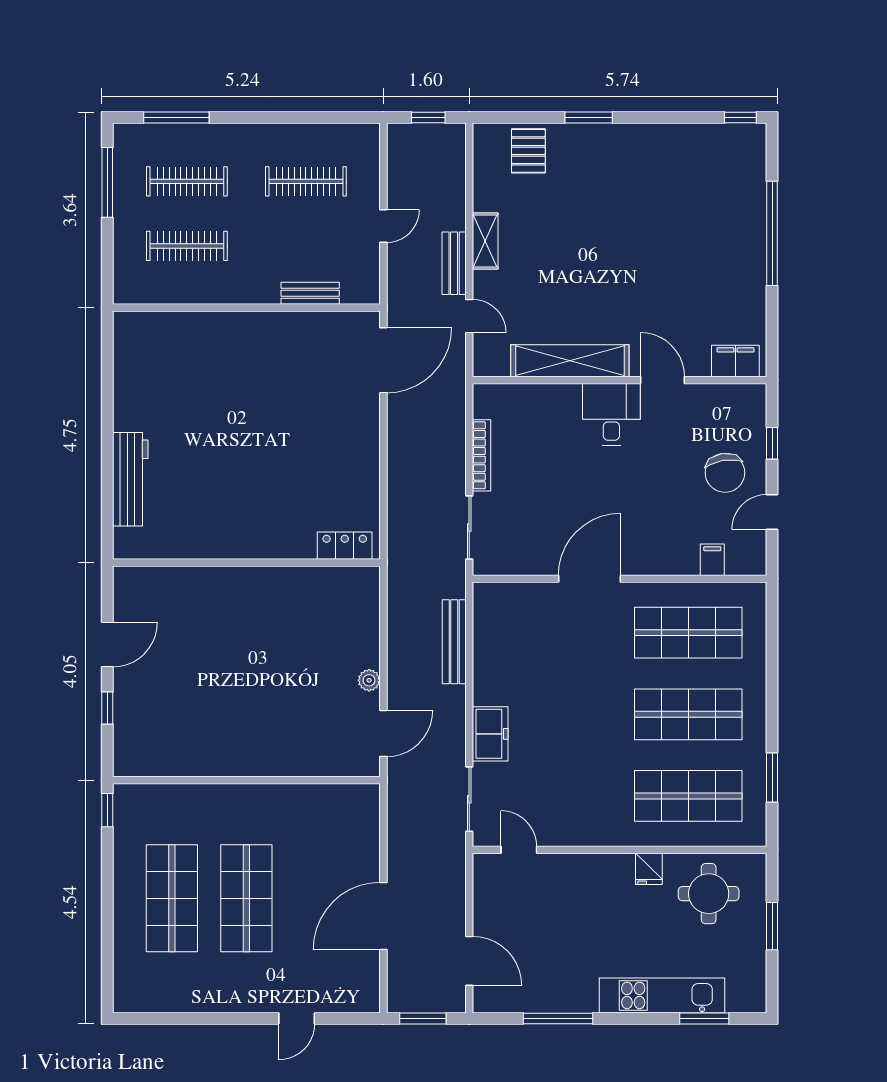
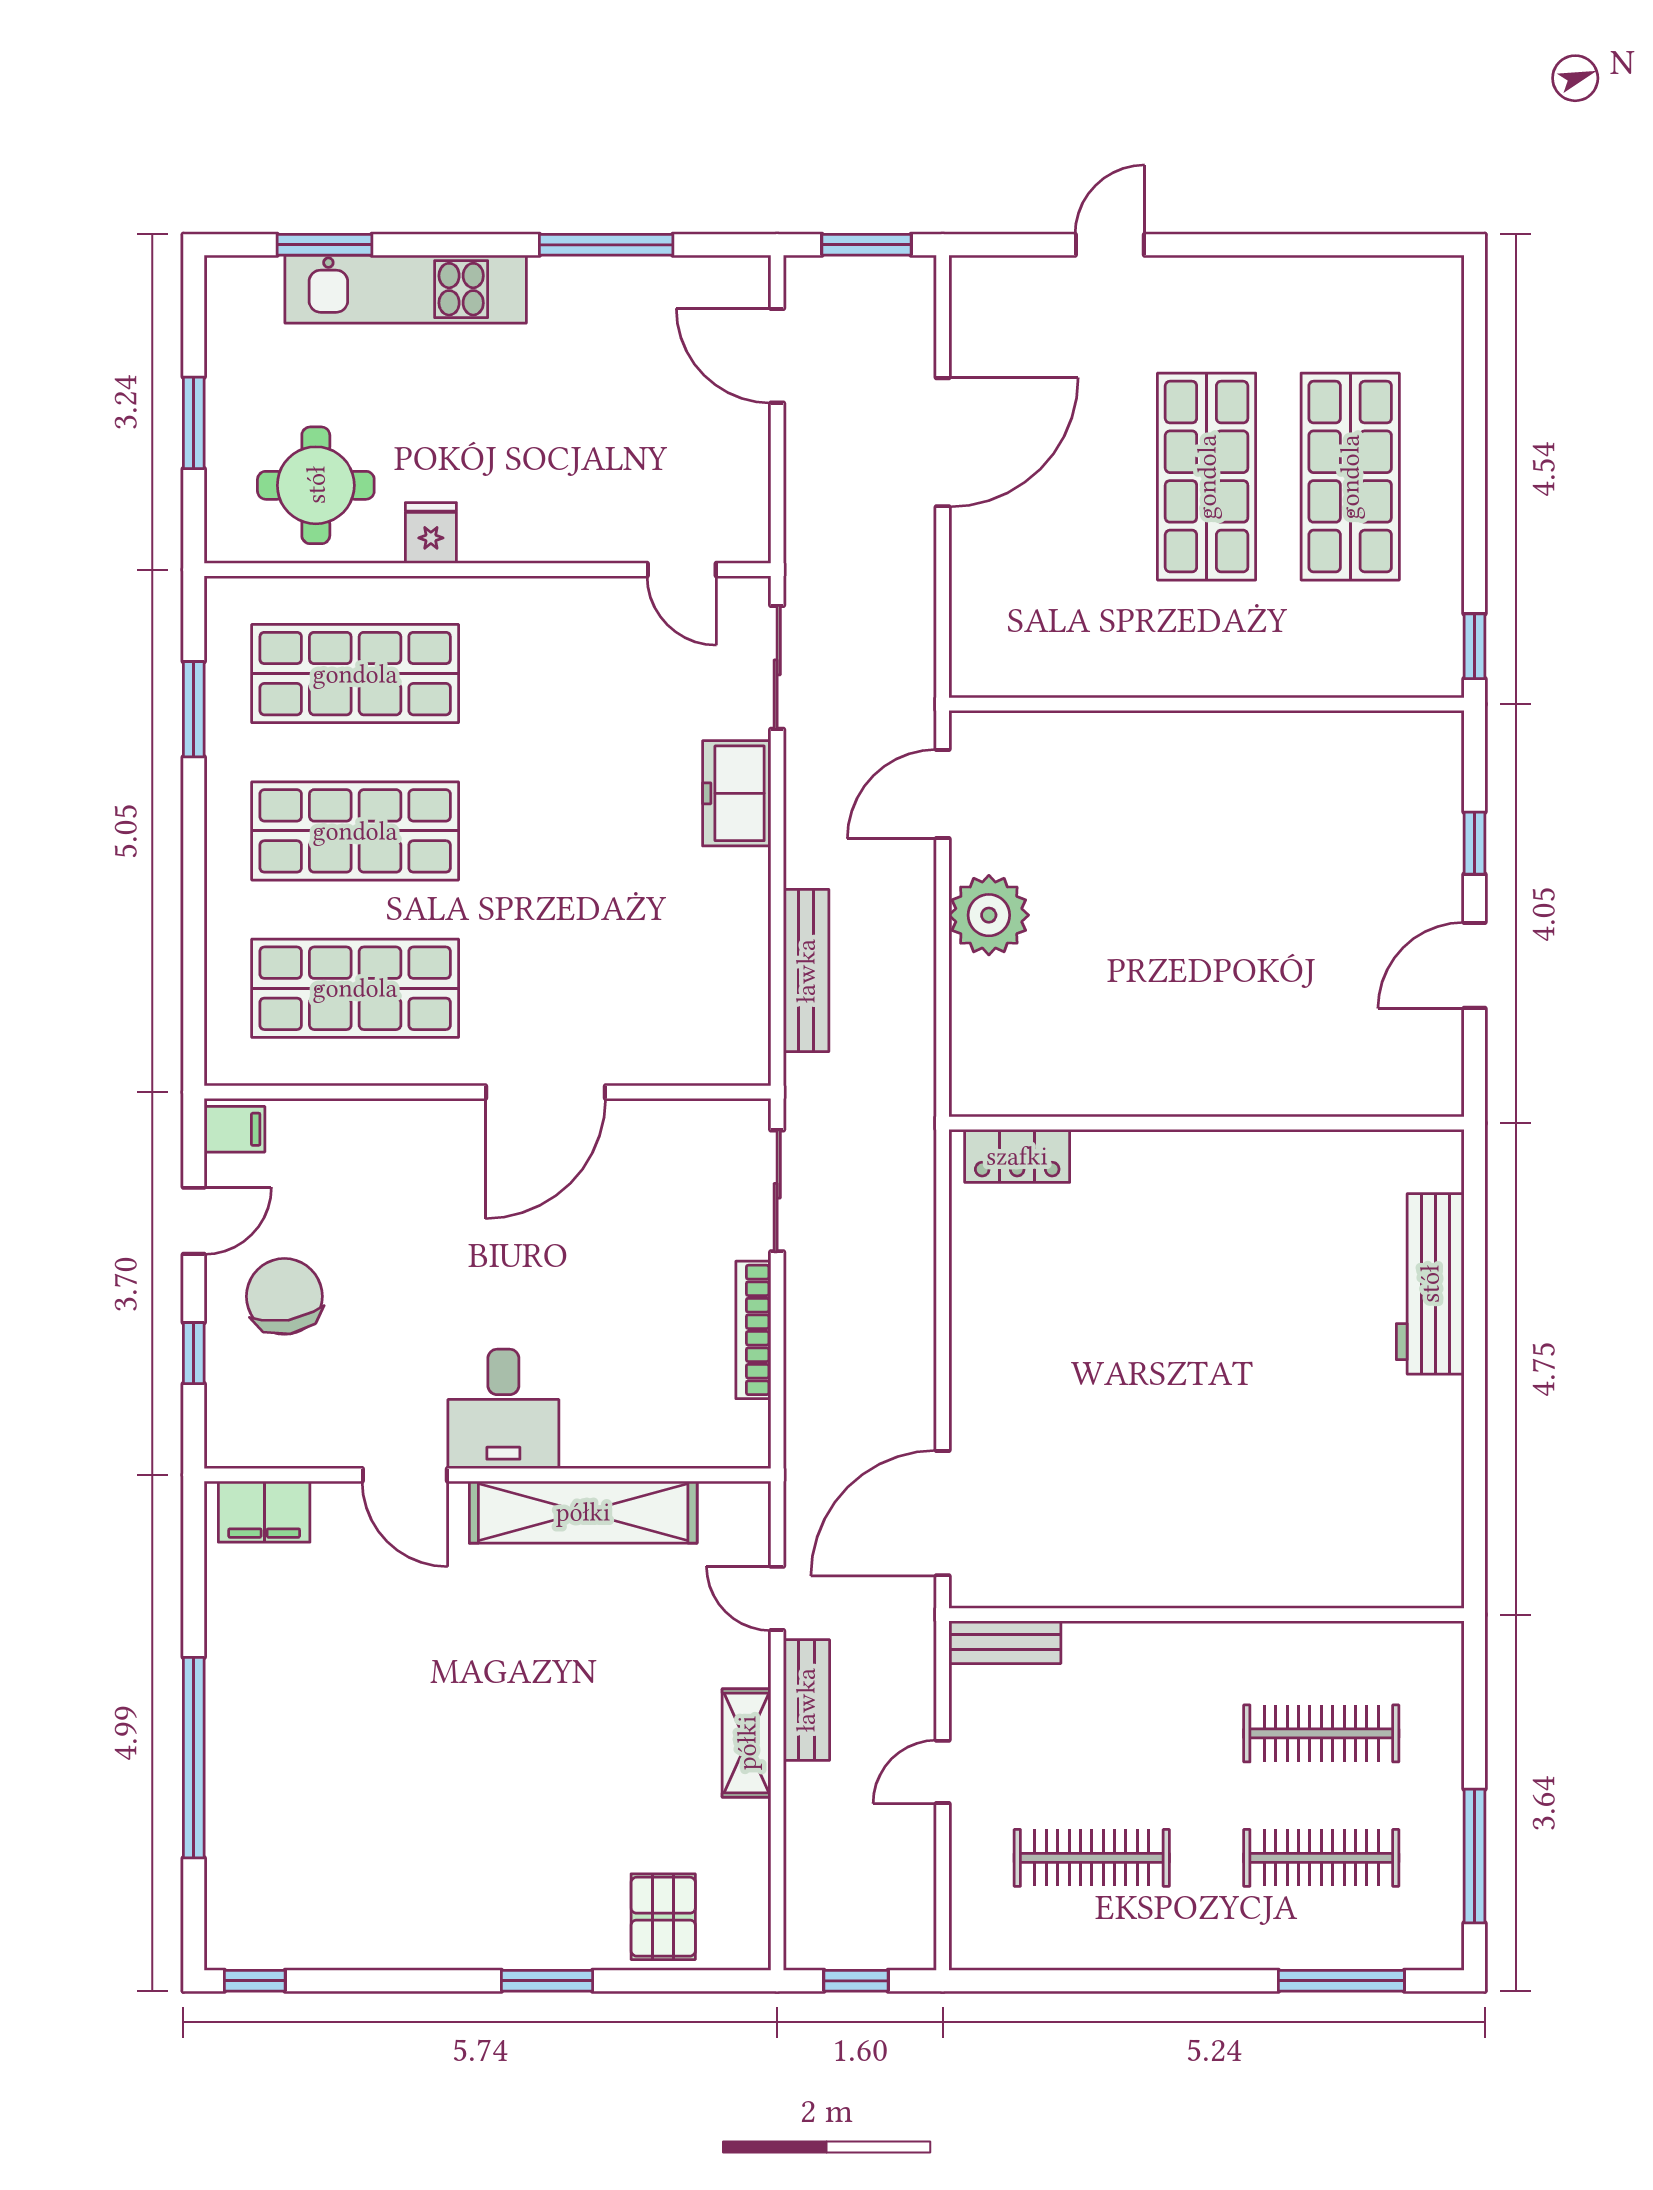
bench: (310, 293) -> (1005, 1642), moved
filing cabinet: (712, 560) -> (234, 1129), moved, turned -90
plant: (369, 680) -> (989, 915), width x1.87, depth x1.87

